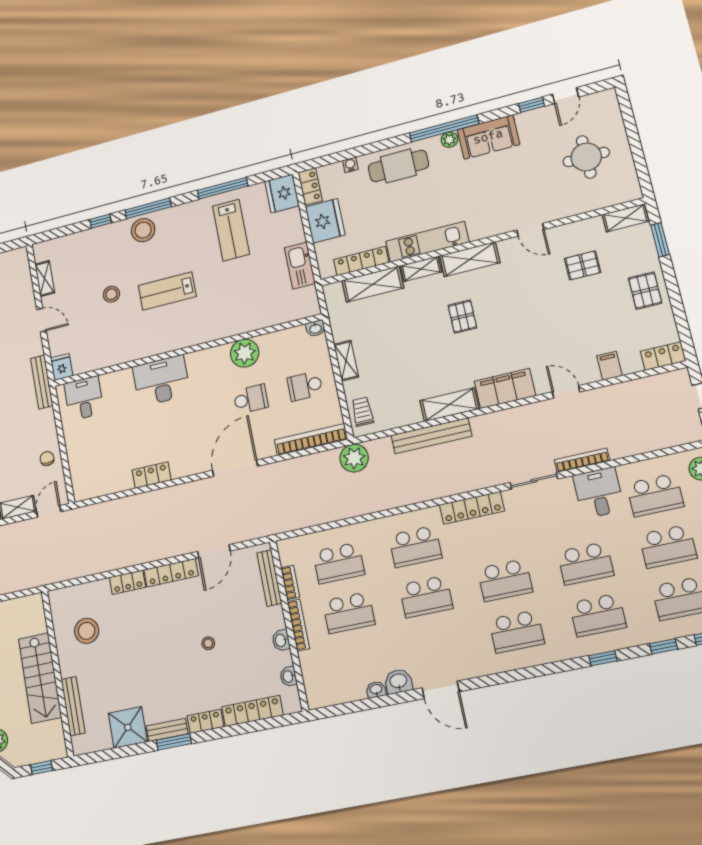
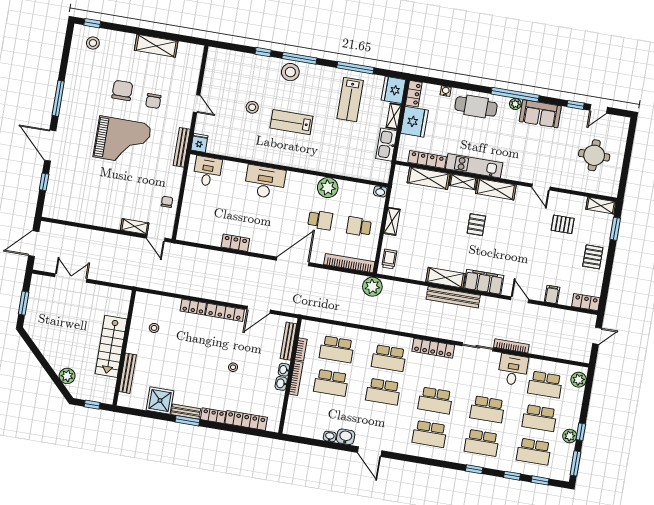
shelving: (45, 279) -> (394, 116), moved
bench: (431, 436) -> (453, 297), moved
door: (49, 511) -> (156, 238), swing flipped
stool: (87, 631) -> (154, 328), width x0.53, depth x0.53
washbasin: (288, 676) -> (284, 370), moved

